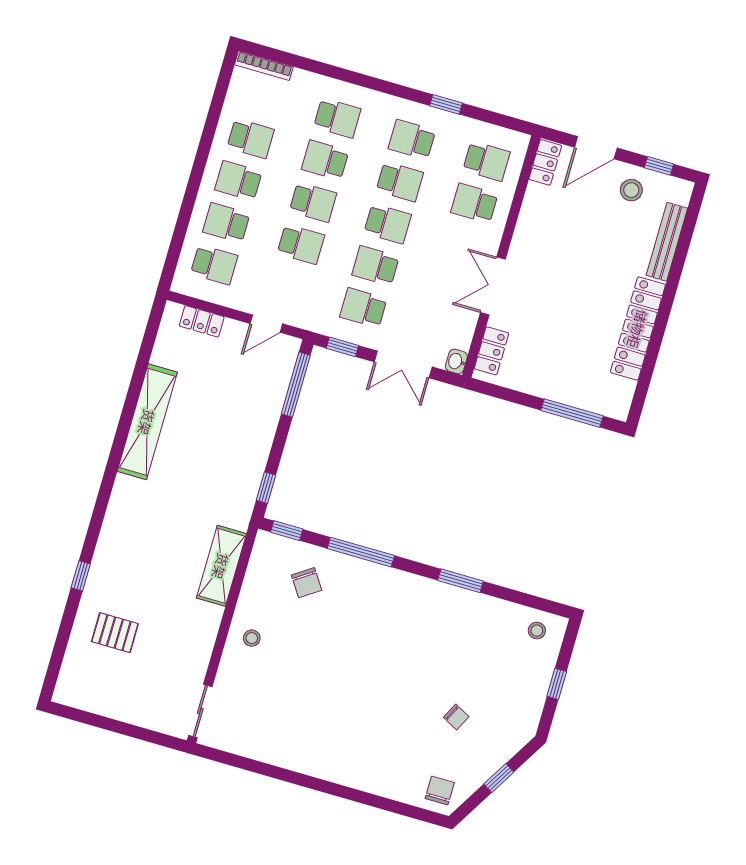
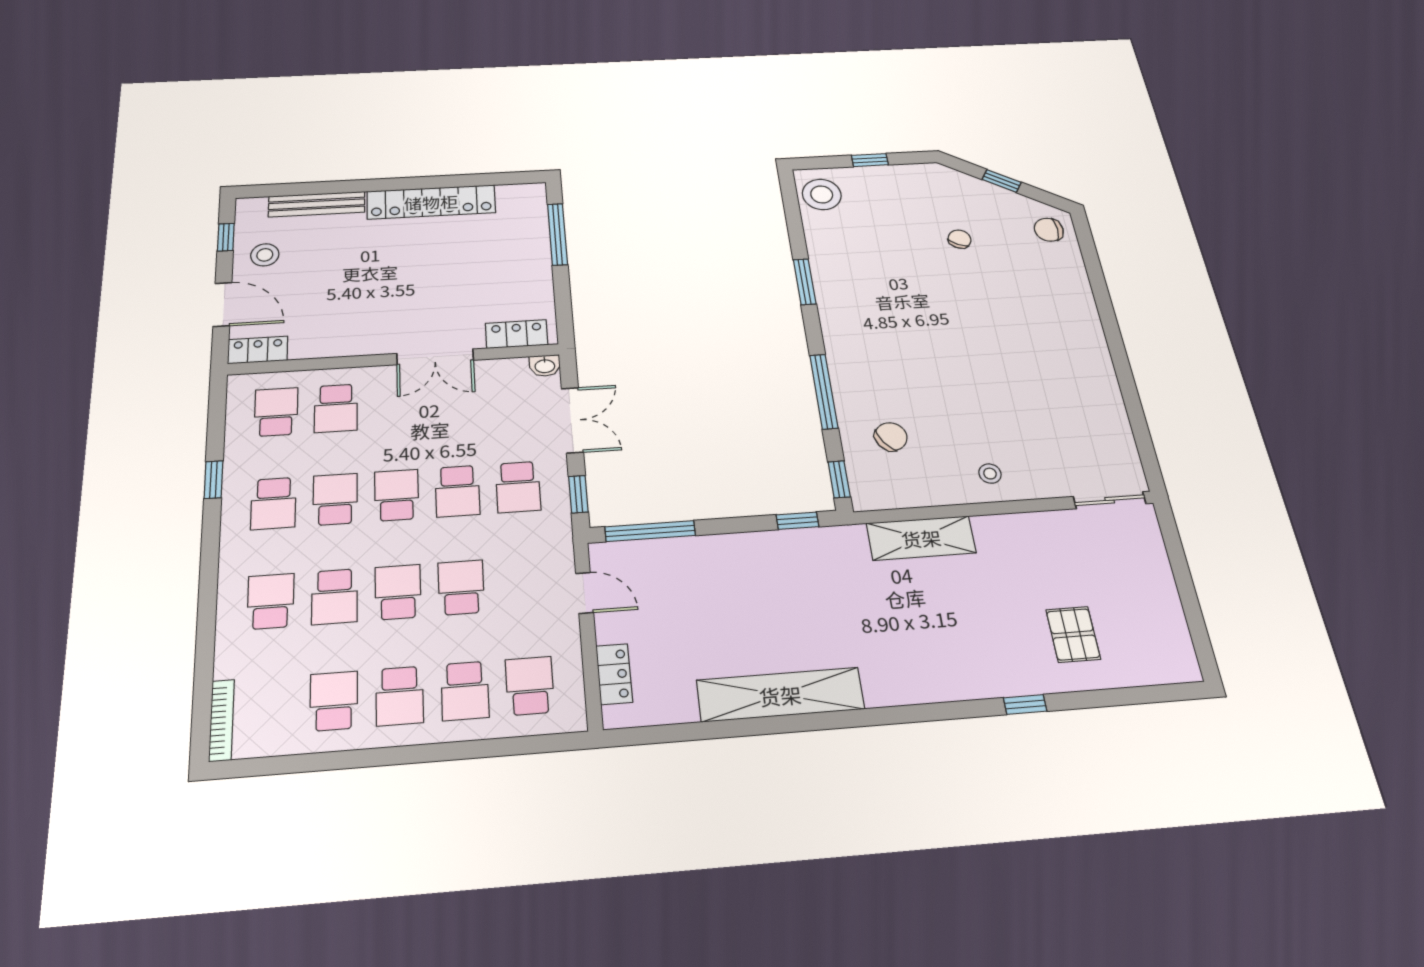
stool: (537, 631) -> (822, 194), width x1.89, depth x1.89

